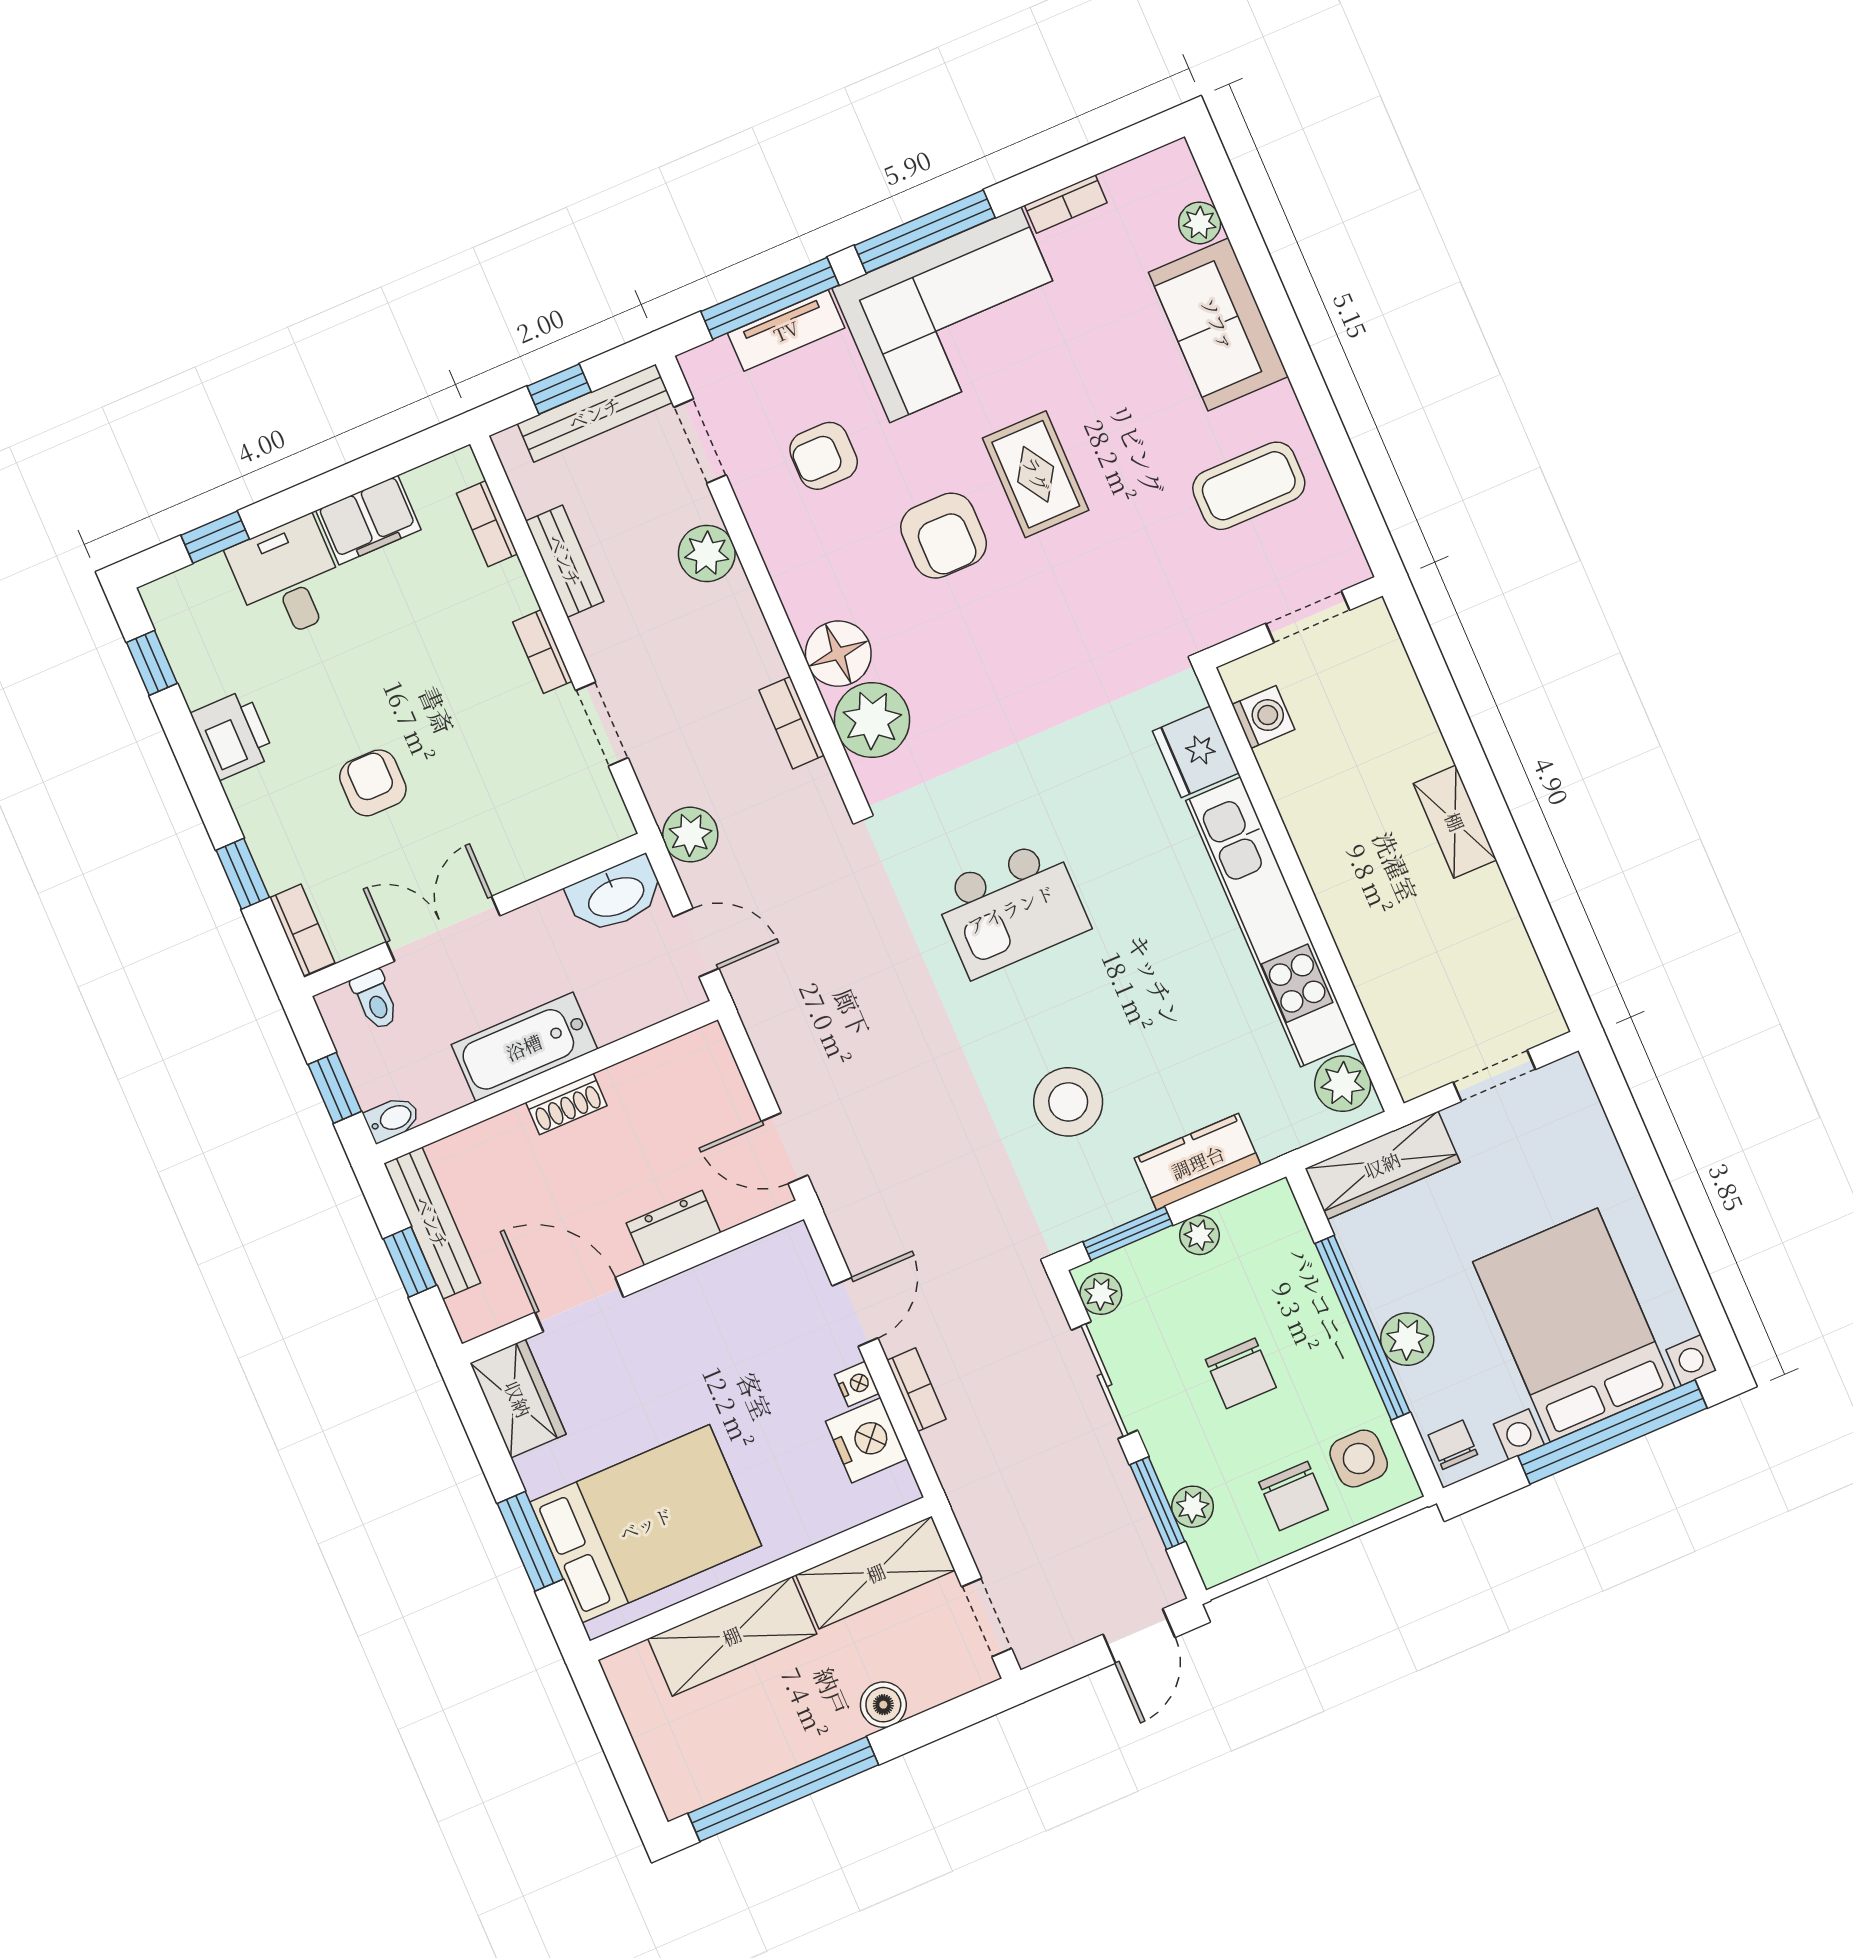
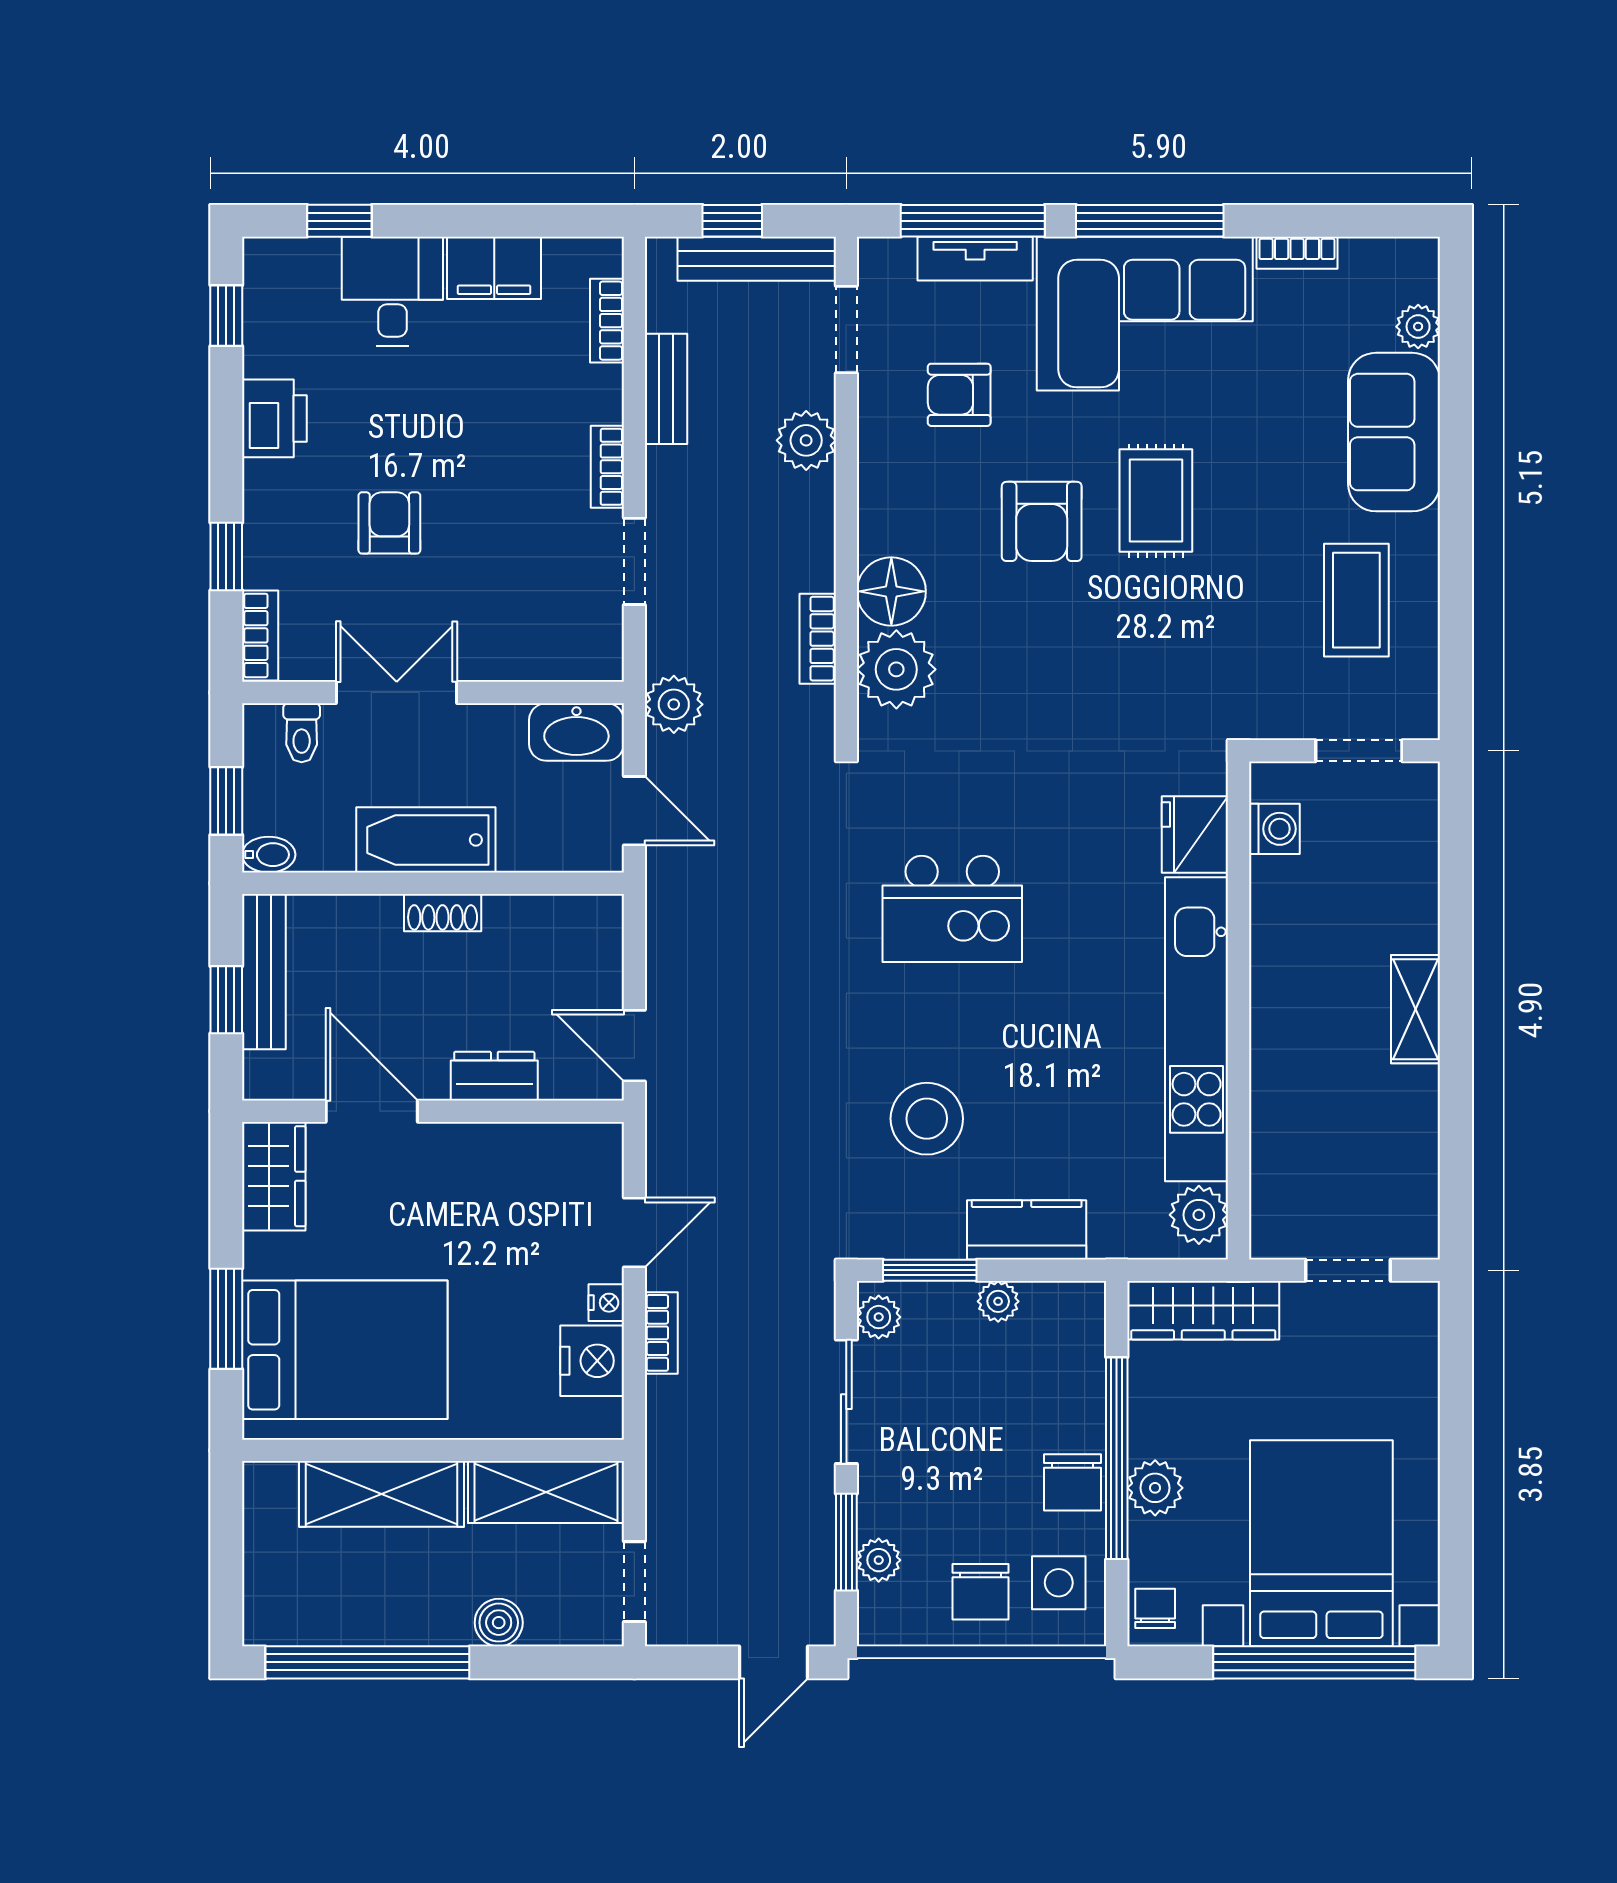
coffee table: (1249, 486) -> (1356, 600), turned 90
chair: (1241, 1373) -> (1073, 1482), moved

